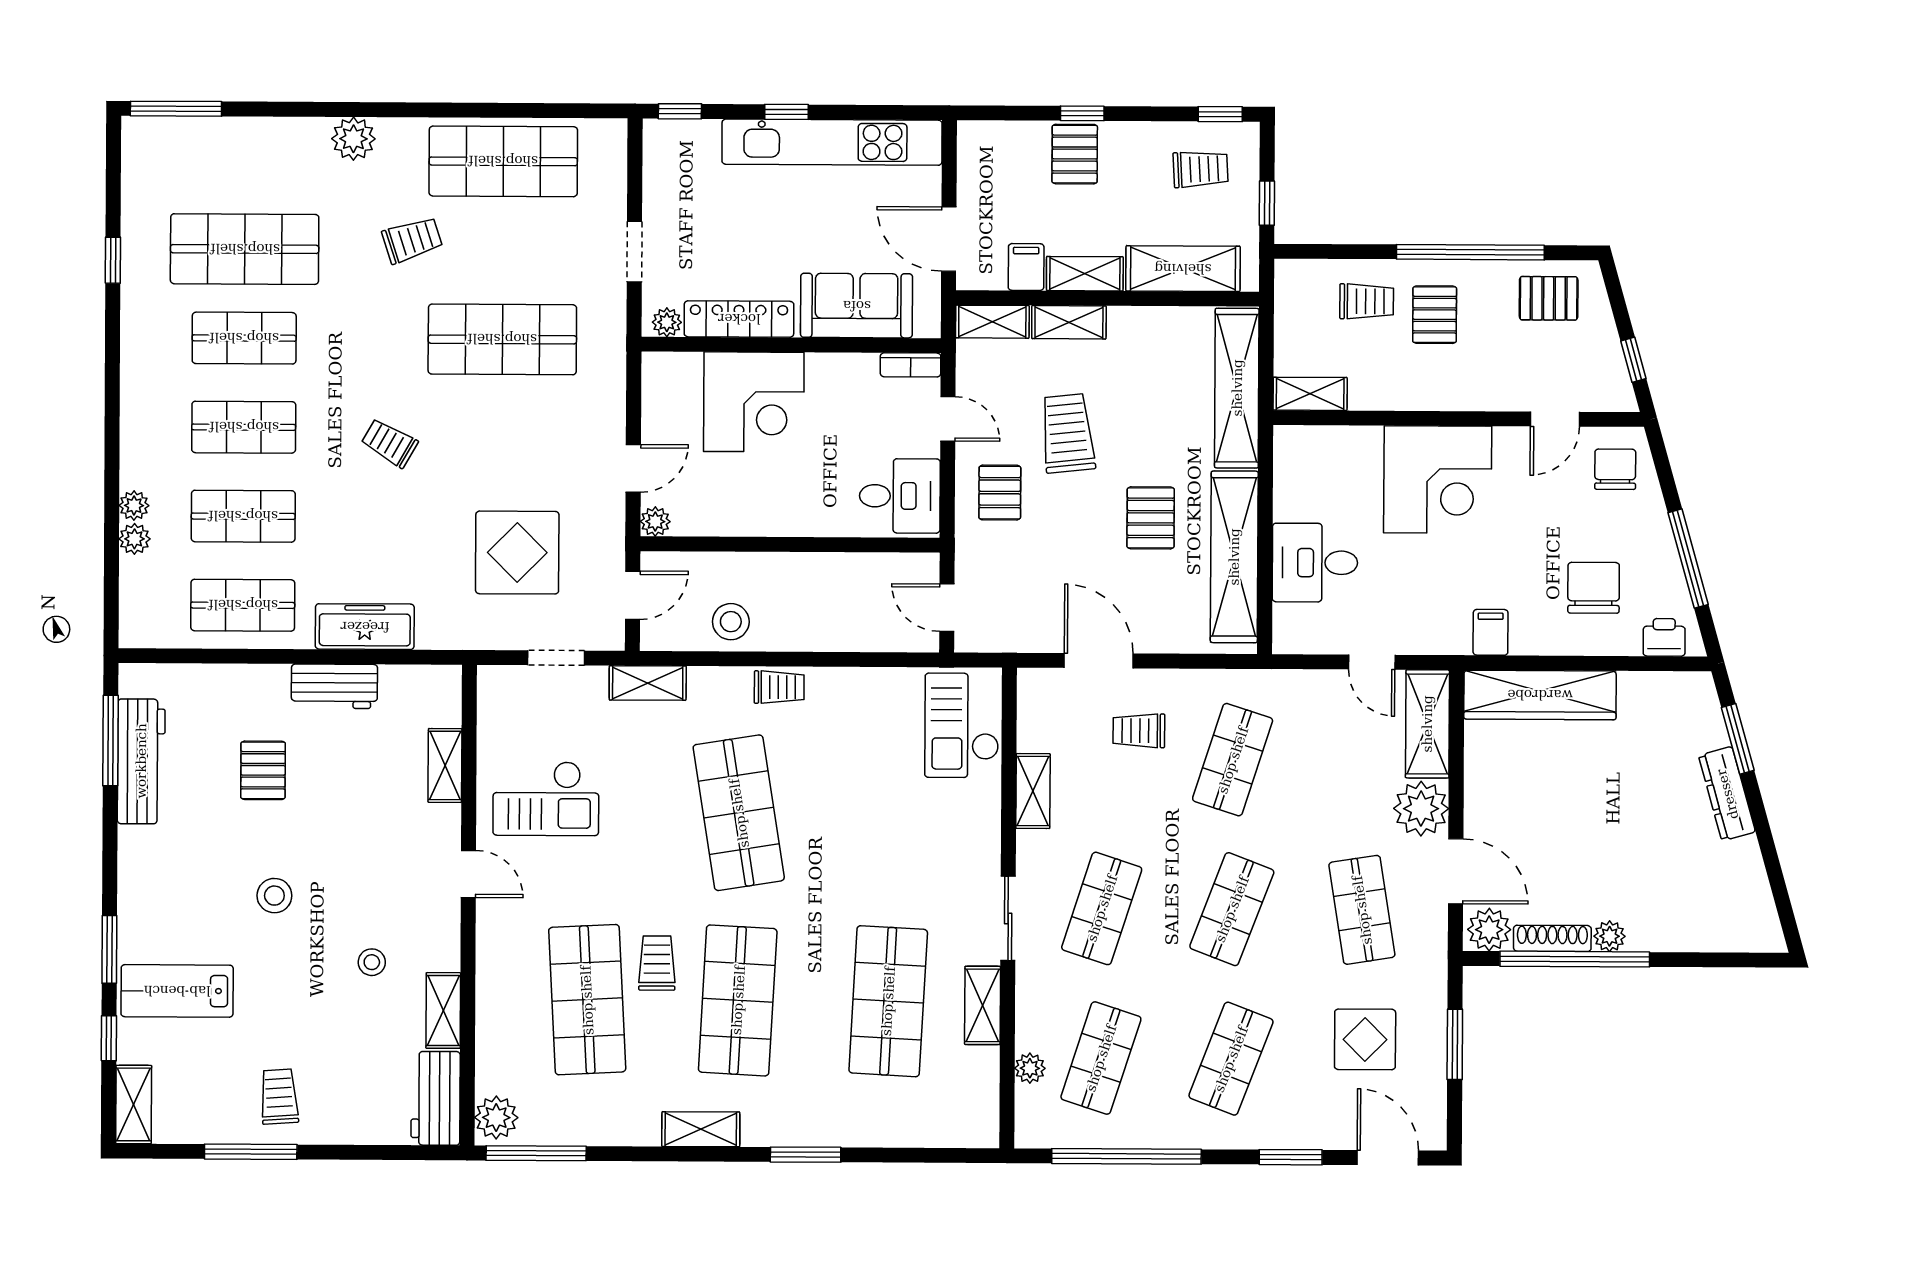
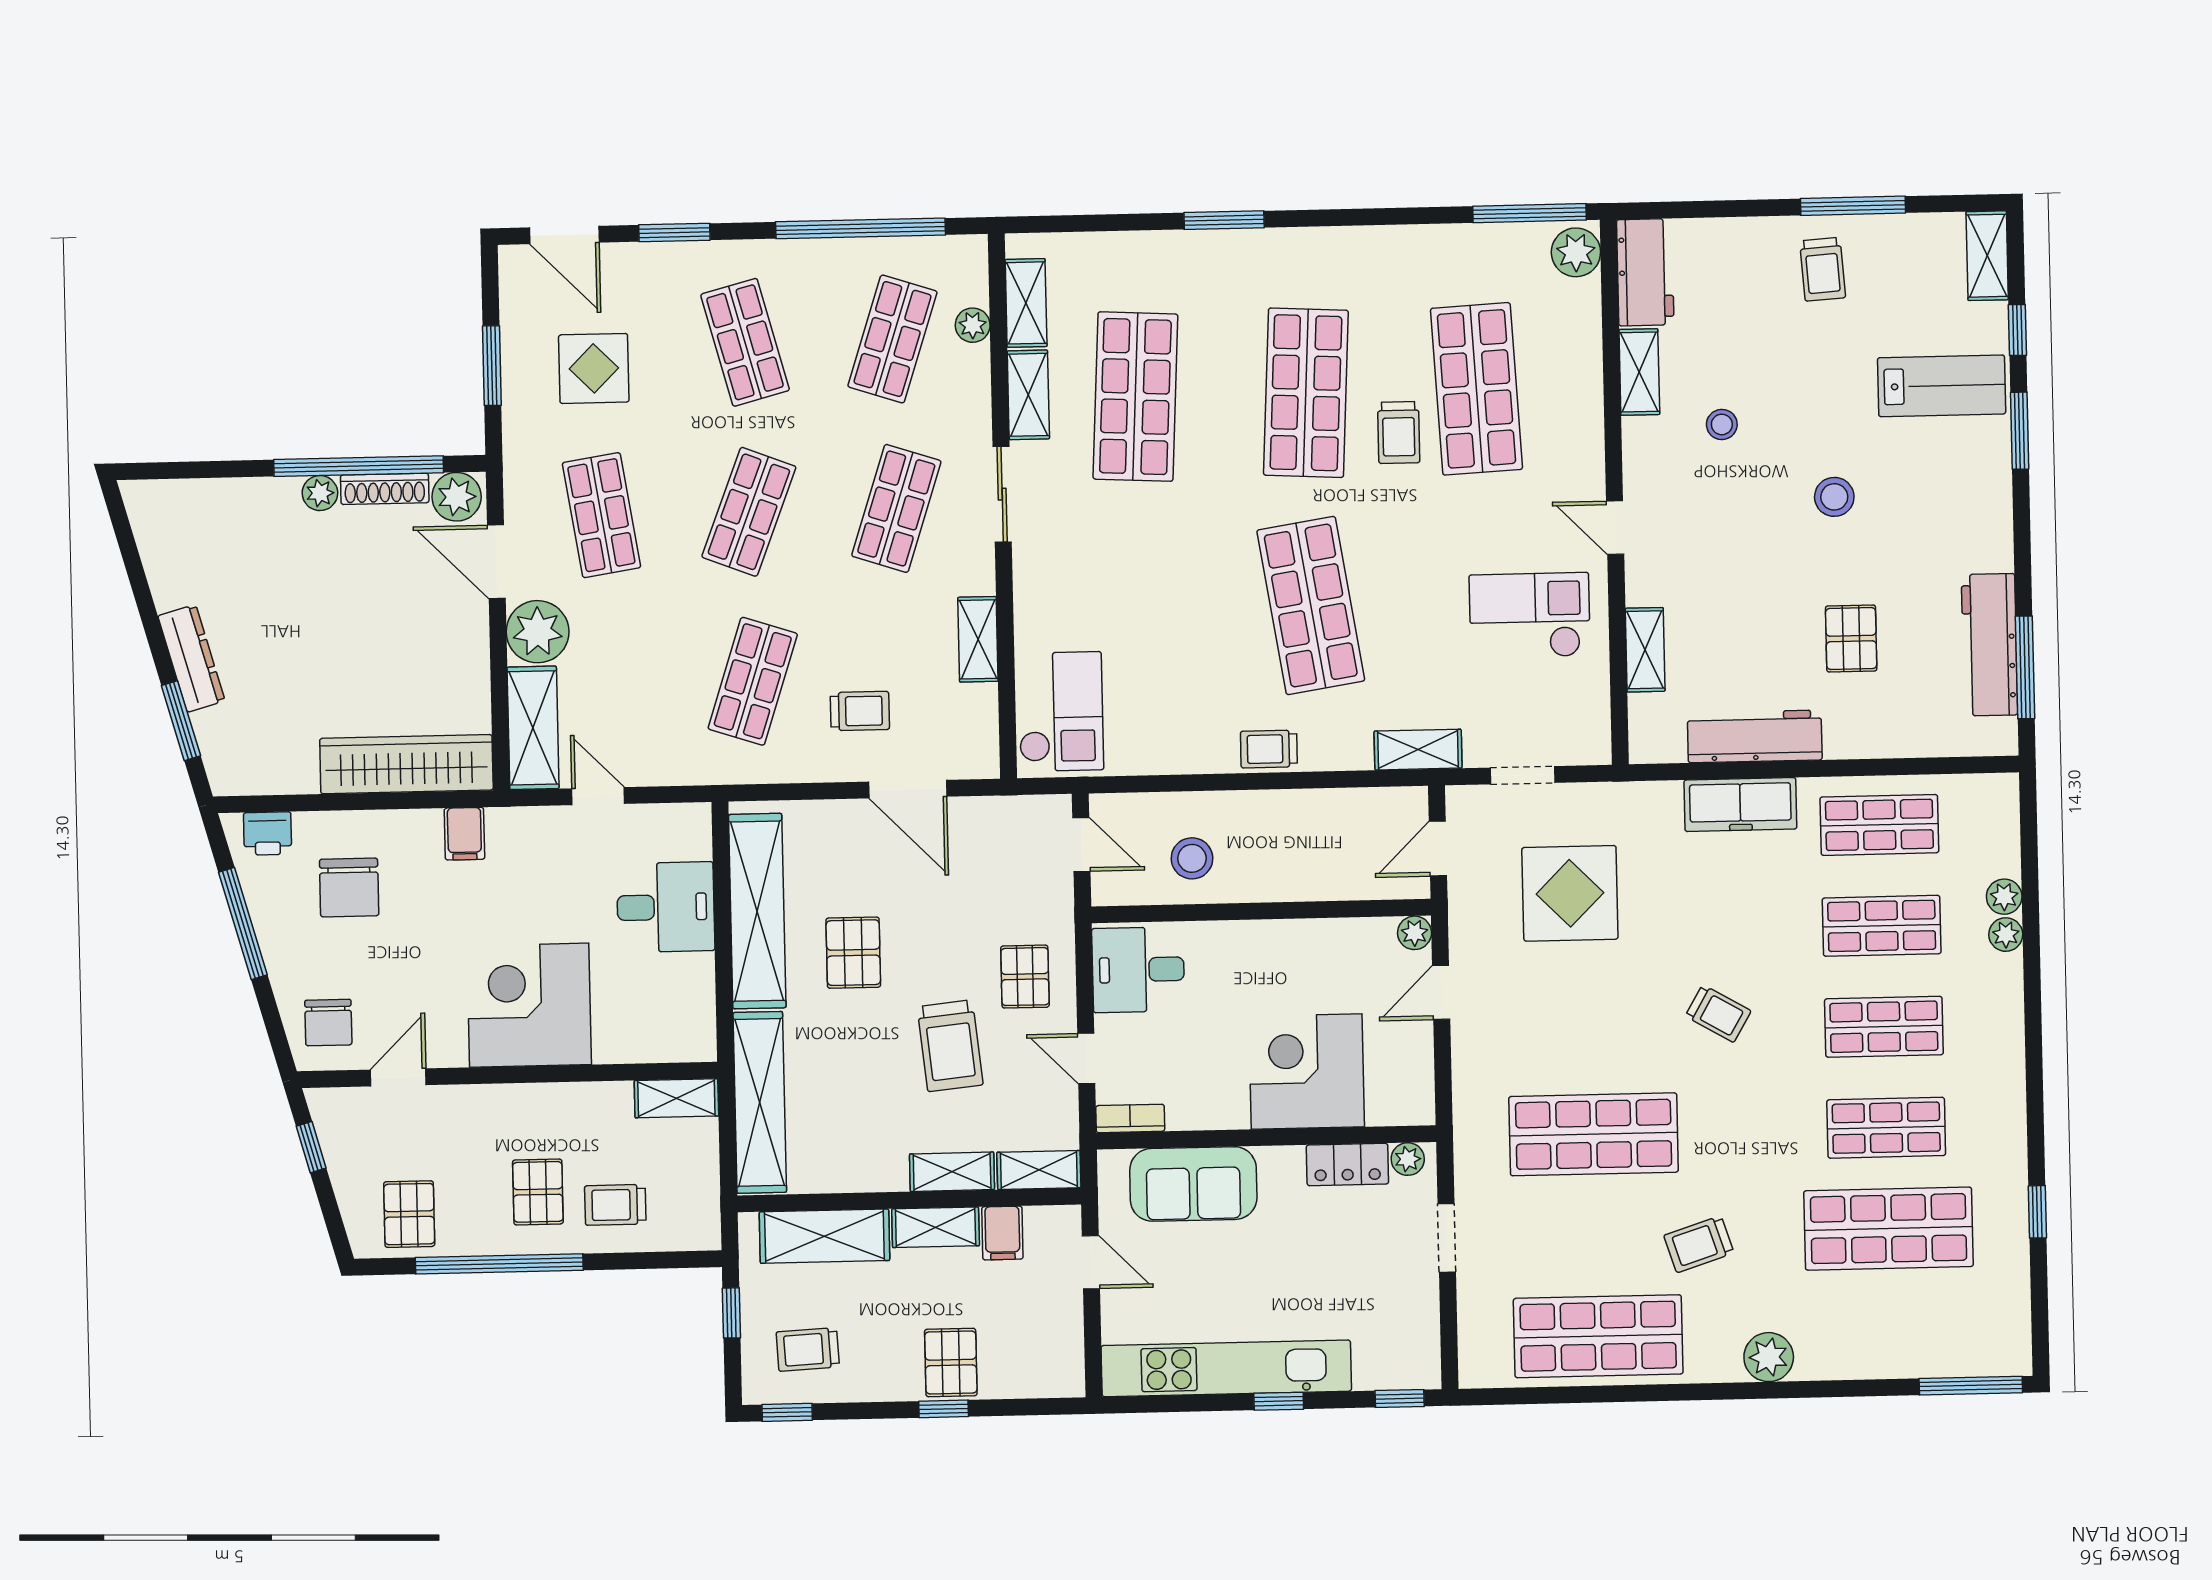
door: (949, 239) -> (1091, 1262), width x0.73
pallet: (1549, 298) -> (409, 1214), turned 90
locker: (739, 319) -> (1347, 1164), width x0.66
stool: (731, 622) -> (1192, 858), moved
workbench: (334, 686) -> (1755, 736), width x1.38
shop shelf: (1231, 1059) -> (745, 342), turned -36
shelving: (701, 1129) -> (1026, 303), moved, turned 90

